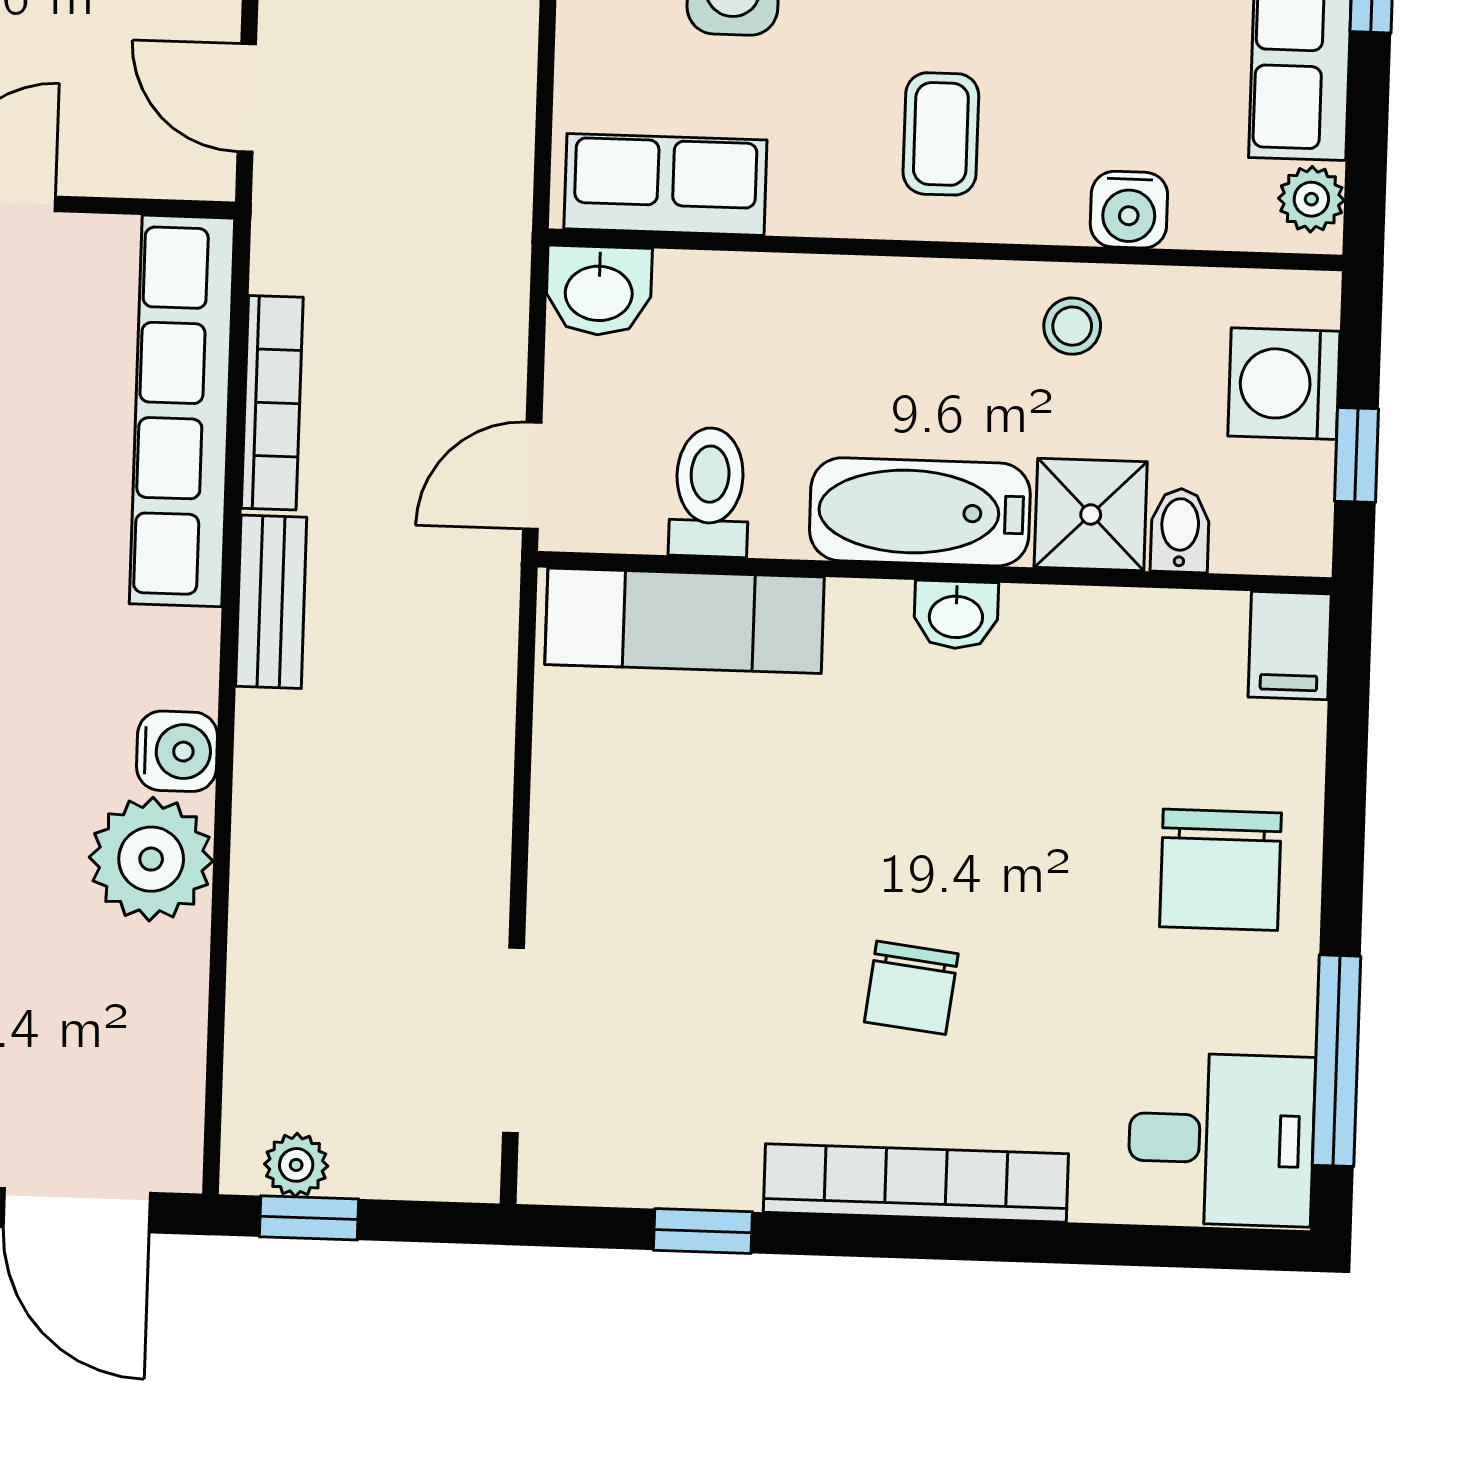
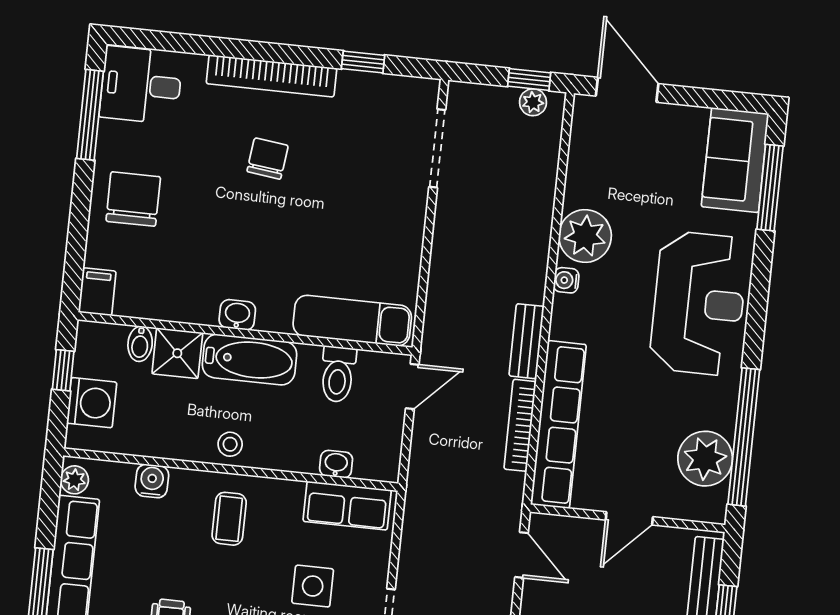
washbasin: (599, 291) -> (336, 464), moved, width x0.72, depth x0.69
stool: (1072, 326) -> (230, 444), moved
water cooler: (177, 751) -> (566, 280), width x0.72, depth x0.72

